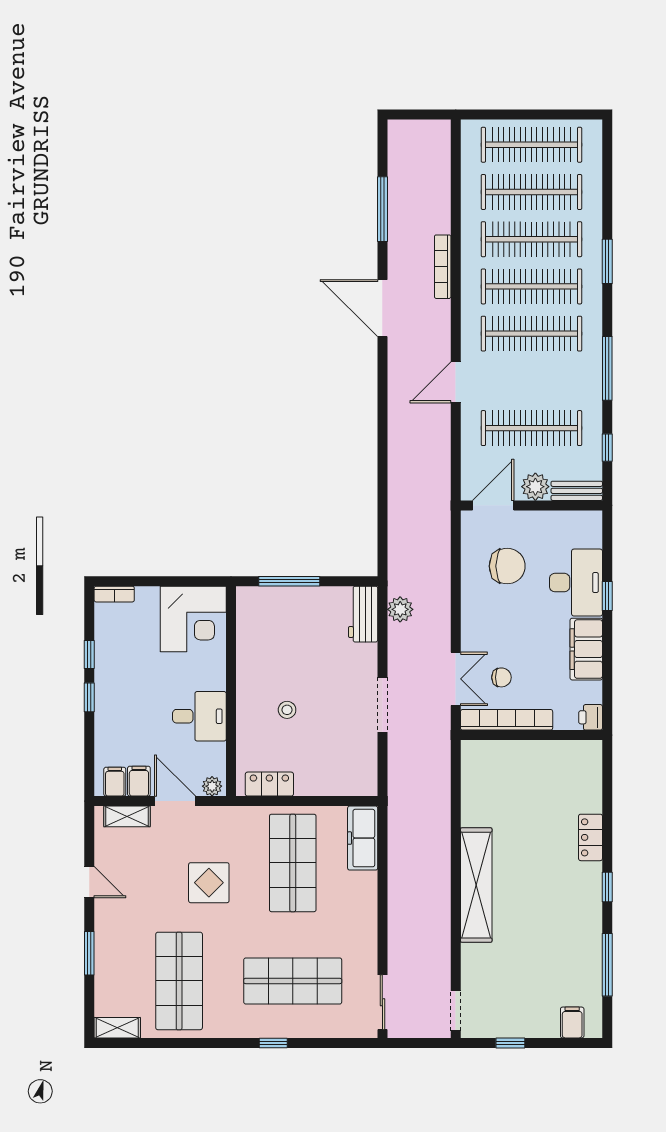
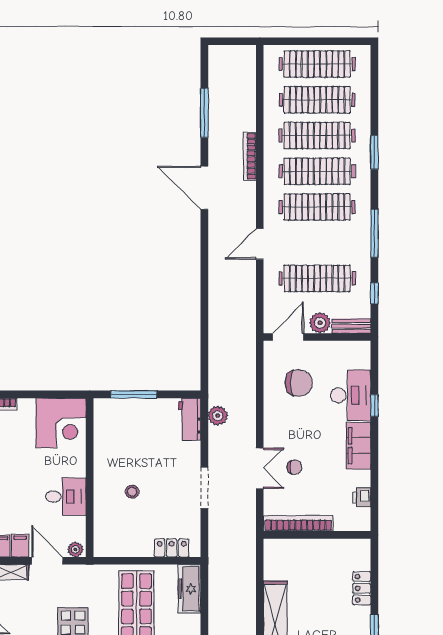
bookcase: (507, 720) -> (298, 523), moved
wall: (531, 735) -> (317, 535), moved
locker: (269, 784) -> (172, 548), moved

